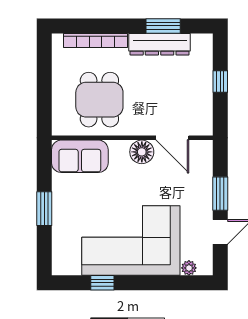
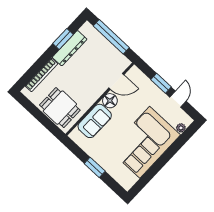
window: (220, 81) -> (111, 37), width x3.17
dining table: (99, 100) -> (60, 108), moved
sofa: (80, 156) -> (95, 121), moved
window: (102, 283) -> (152, 172), removed

